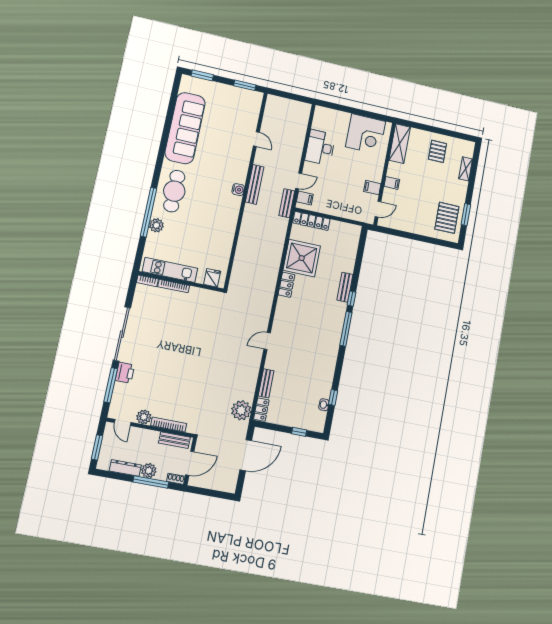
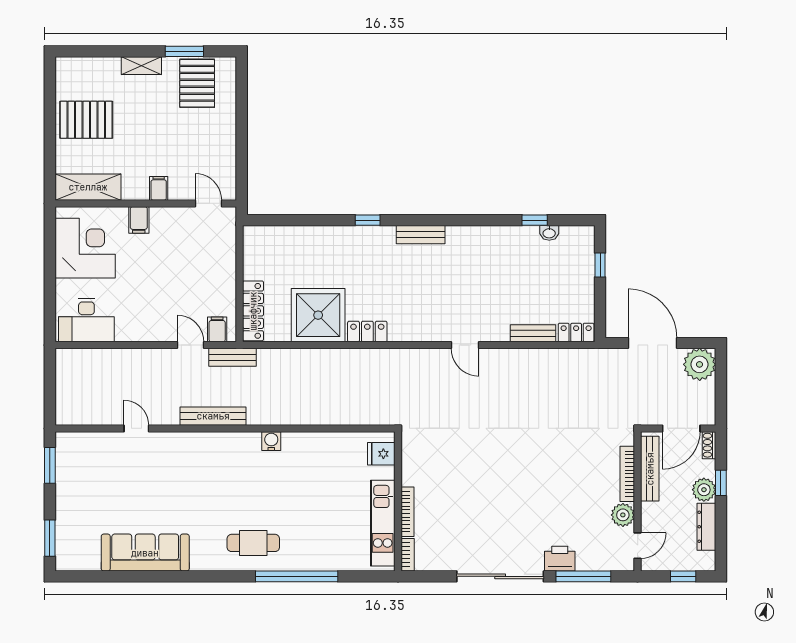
sofa: (185, 128) -> (145, 553), width x0.74, depth x0.79
door: (256, 139) -> (136, 428), hinge flipped
desk: (320, 147) -> (86, 320), moved
pallet: (437, 151) -> (86, 120), width x1.50, depth x1.42
shelving: (466, 169) -> (141, 66), moved
filing cabinet: (372, 188) -> (139, 220), moved
water cooler: (238, 190) -> (271, 441), moved
cafe table: (174, 191) -> (253, 543), width x0.73, depth x0.74
pallet: (447, 218) -> (197, 83), turned 90
plant: (156, 225) -> (315, 560), removed
bench: (345, 287) -> (421, 235), moved
window: (346, 329) -> (419, 220), removed
plant: (241, 410) -> (700, 364), moved
bench: (174, 440) -> (650, 469), width x1.36
window: (97, 447) -> (683, 576), width x0.67
door: (190, 463) -> (681, 428), swing flipped
window: (151, 482) -> (721, 483), width x0.46

